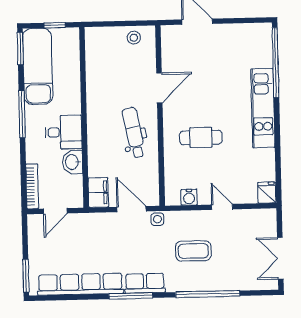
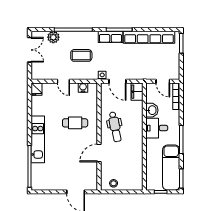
door: (55, 211) -> (163, 81), swing flipped
plant: (241, 280) -> (53, 37), added

